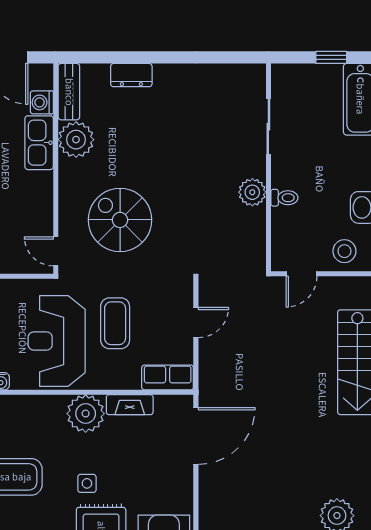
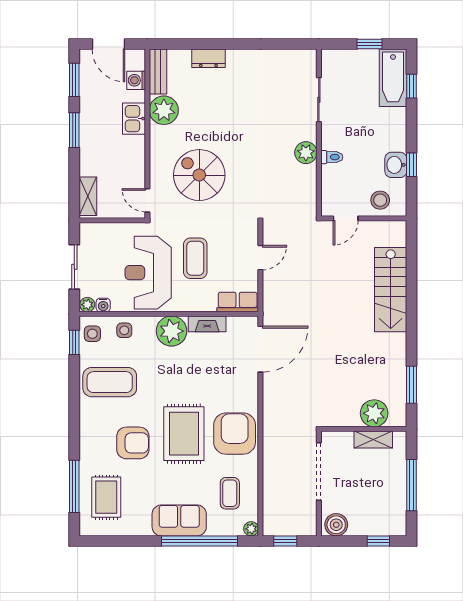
kitchen sink: (39, 143) -> (134, 119), width x0.73
side table: (87, 483) -> (124, 330), moved

